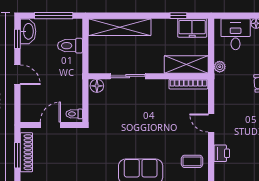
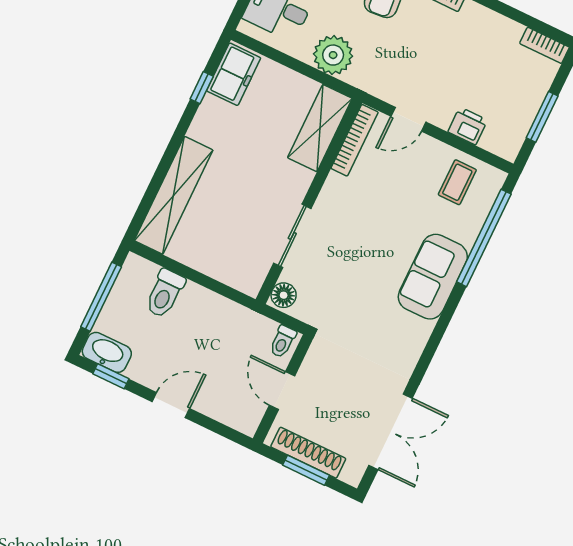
shelving: (186, 64) -> (320, 128), moved
plant: (220, 67) -> (333, 55), width x1.88, depth x1.88
sliding door: (128, 76) -> (292, 236), moved
wall: (148, 76) -> (309, 201), moved
bookcase: (188, 84) -> (355, 140), moved
floor lamp: (97, 86) -> (284, 295), moved

